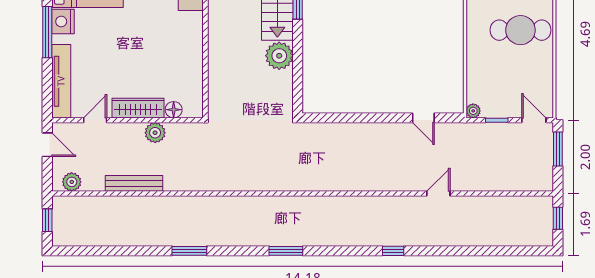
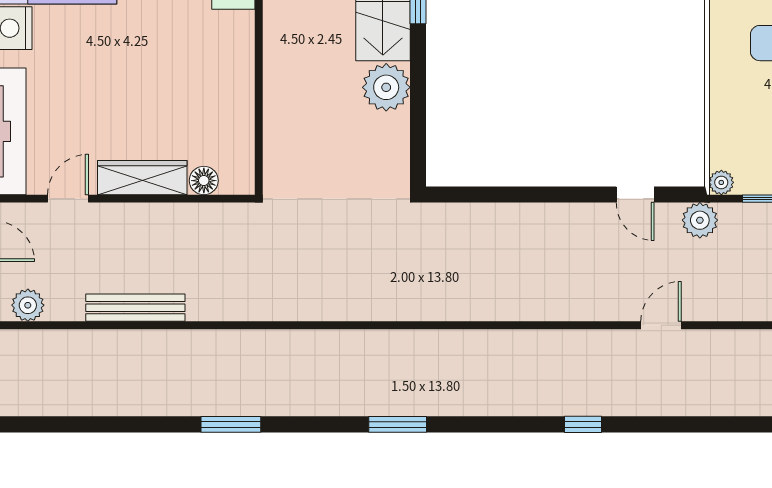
plant: (155, 133) -> (700, 220), moved

